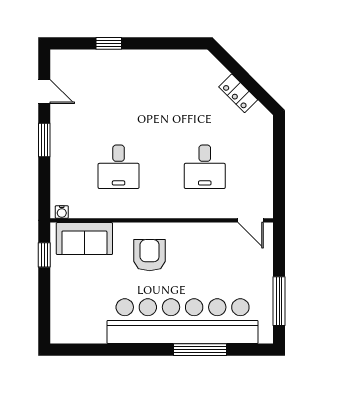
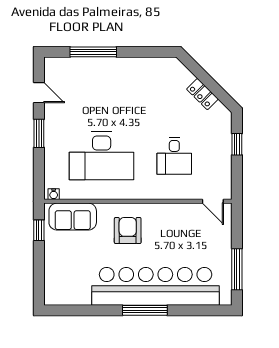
window: (109, 43) -> (93, 52), width x2.17
window: (279, 153) -> (237, 144), added
desk: (119, 167) -> (102, 156), width x1.87, depth x1.30
window: (200, 350) -> (145, 310), moved

